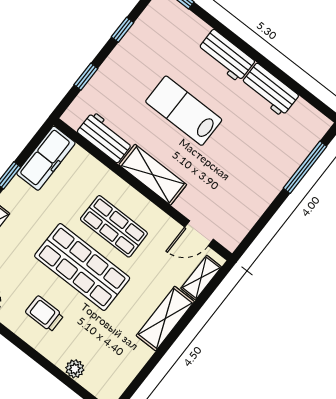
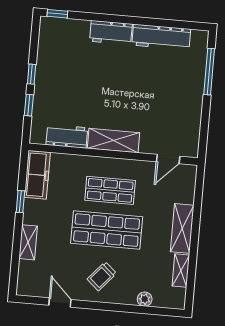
window: (123, 30) -> (32, 74), moved
workbench: (270, 90) -> (161, 37), width x1.38
lab bench: (184, 111) -> (107, 86), removed
shelving: (201, 278) -> (181, 270), moved
trolley: (44, 314) -> (102, 276), turned -49

